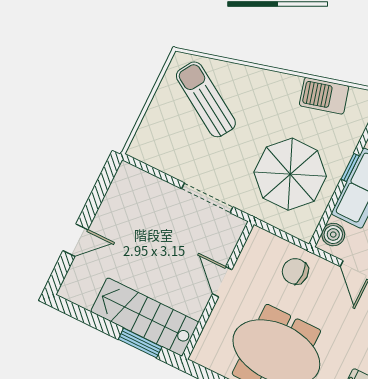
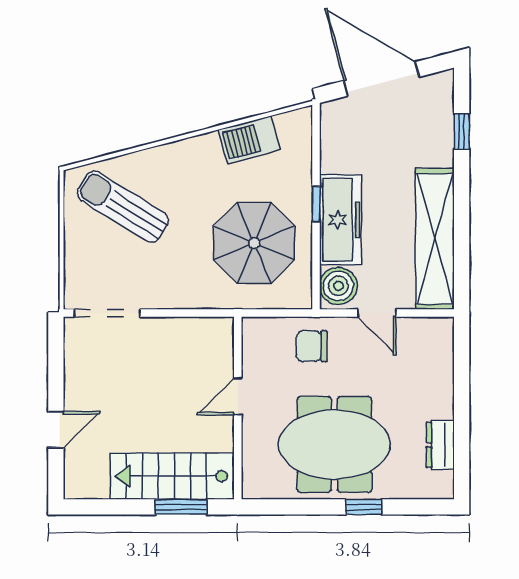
doorway: (207, 198) -> (107, 313), moved
boiler: (333, 235) -> (338, 286), width x1.36, depth x1.36
door: (222, 282) -> (238, 396), hinge flipped

